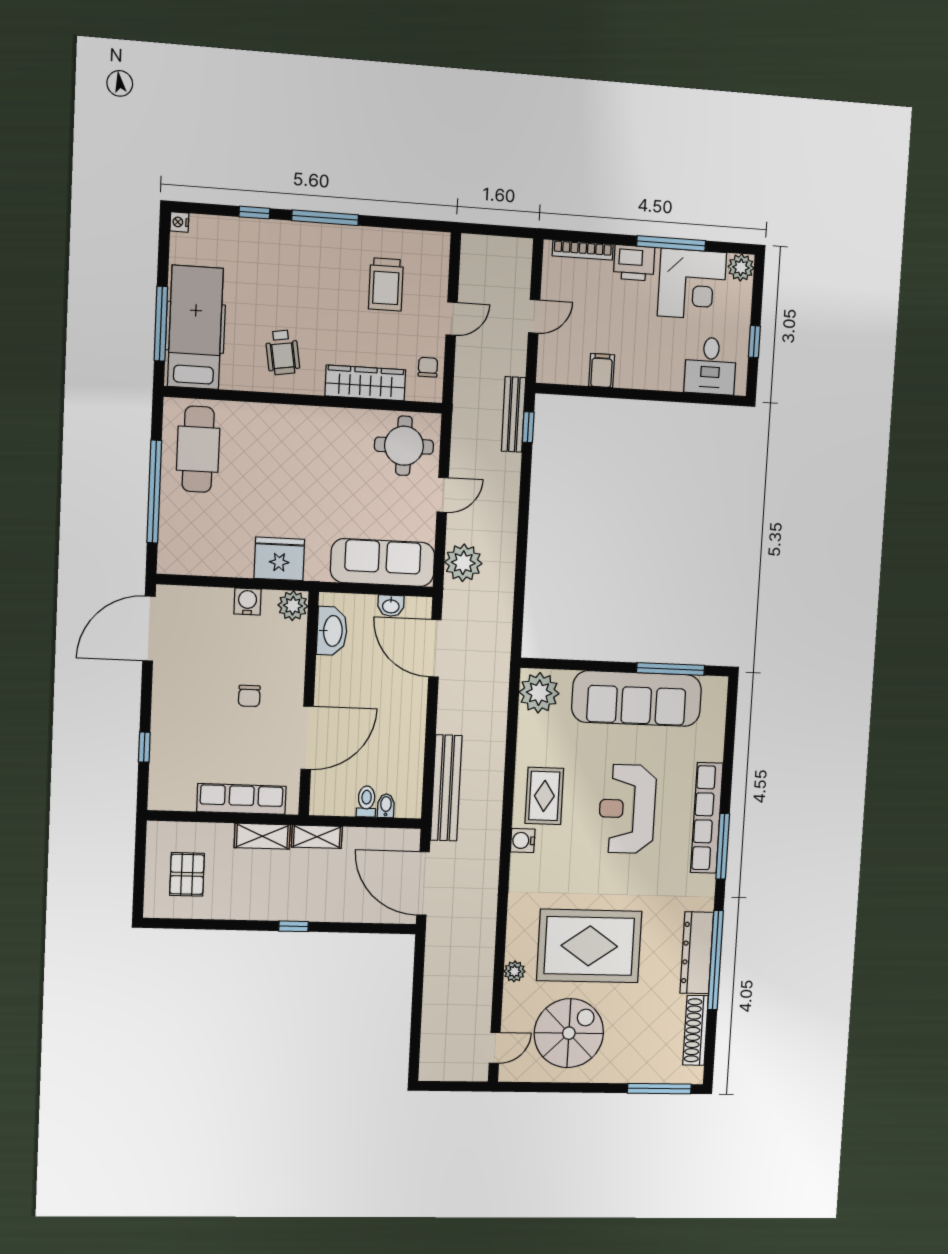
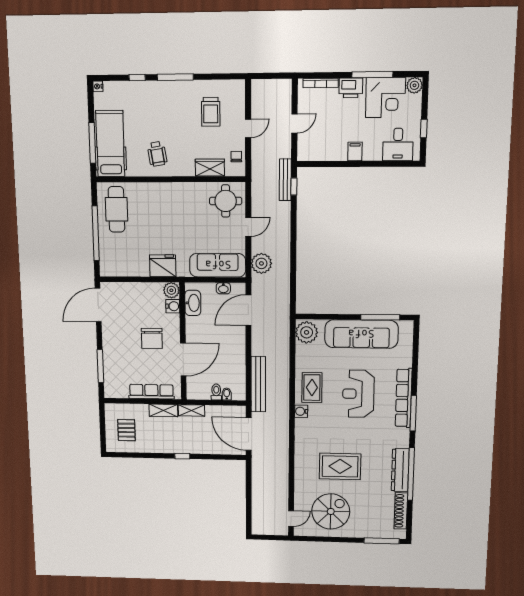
filing cabinet: (602, 370) -> (355, 152), moved
wardrobe: (365, 383) -> (210, 168), width x0.67
water cooler: (247, 602) -> (173, 306), moved, turned 90
door: (435, 648) -> (248, 310), hinge flipped
chair: (249, 696) -> (152, 338), width x1.87, depth x1.87
window: (144, 747) -> (100, 366), width x2.17
rug: (589, 946) -> (340, 466), width x0.73, depth x0.69
plant: (514, 971) -> (300, 479), removed

